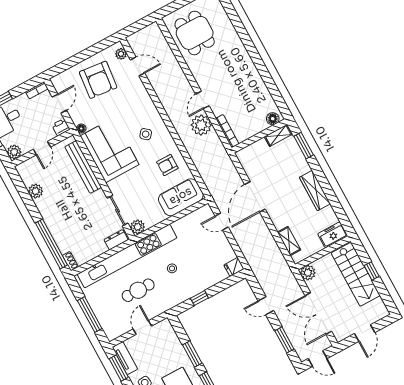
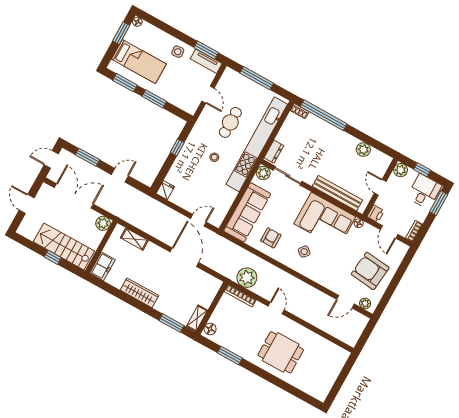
dining table: (195, 33) -> (281, 352), moved
window: (270, 84) -> (230, 355), added
plant: (201, 125) -> (247, 278), moved
sofa: (181, 197) -> (247, 212), width x1.36

